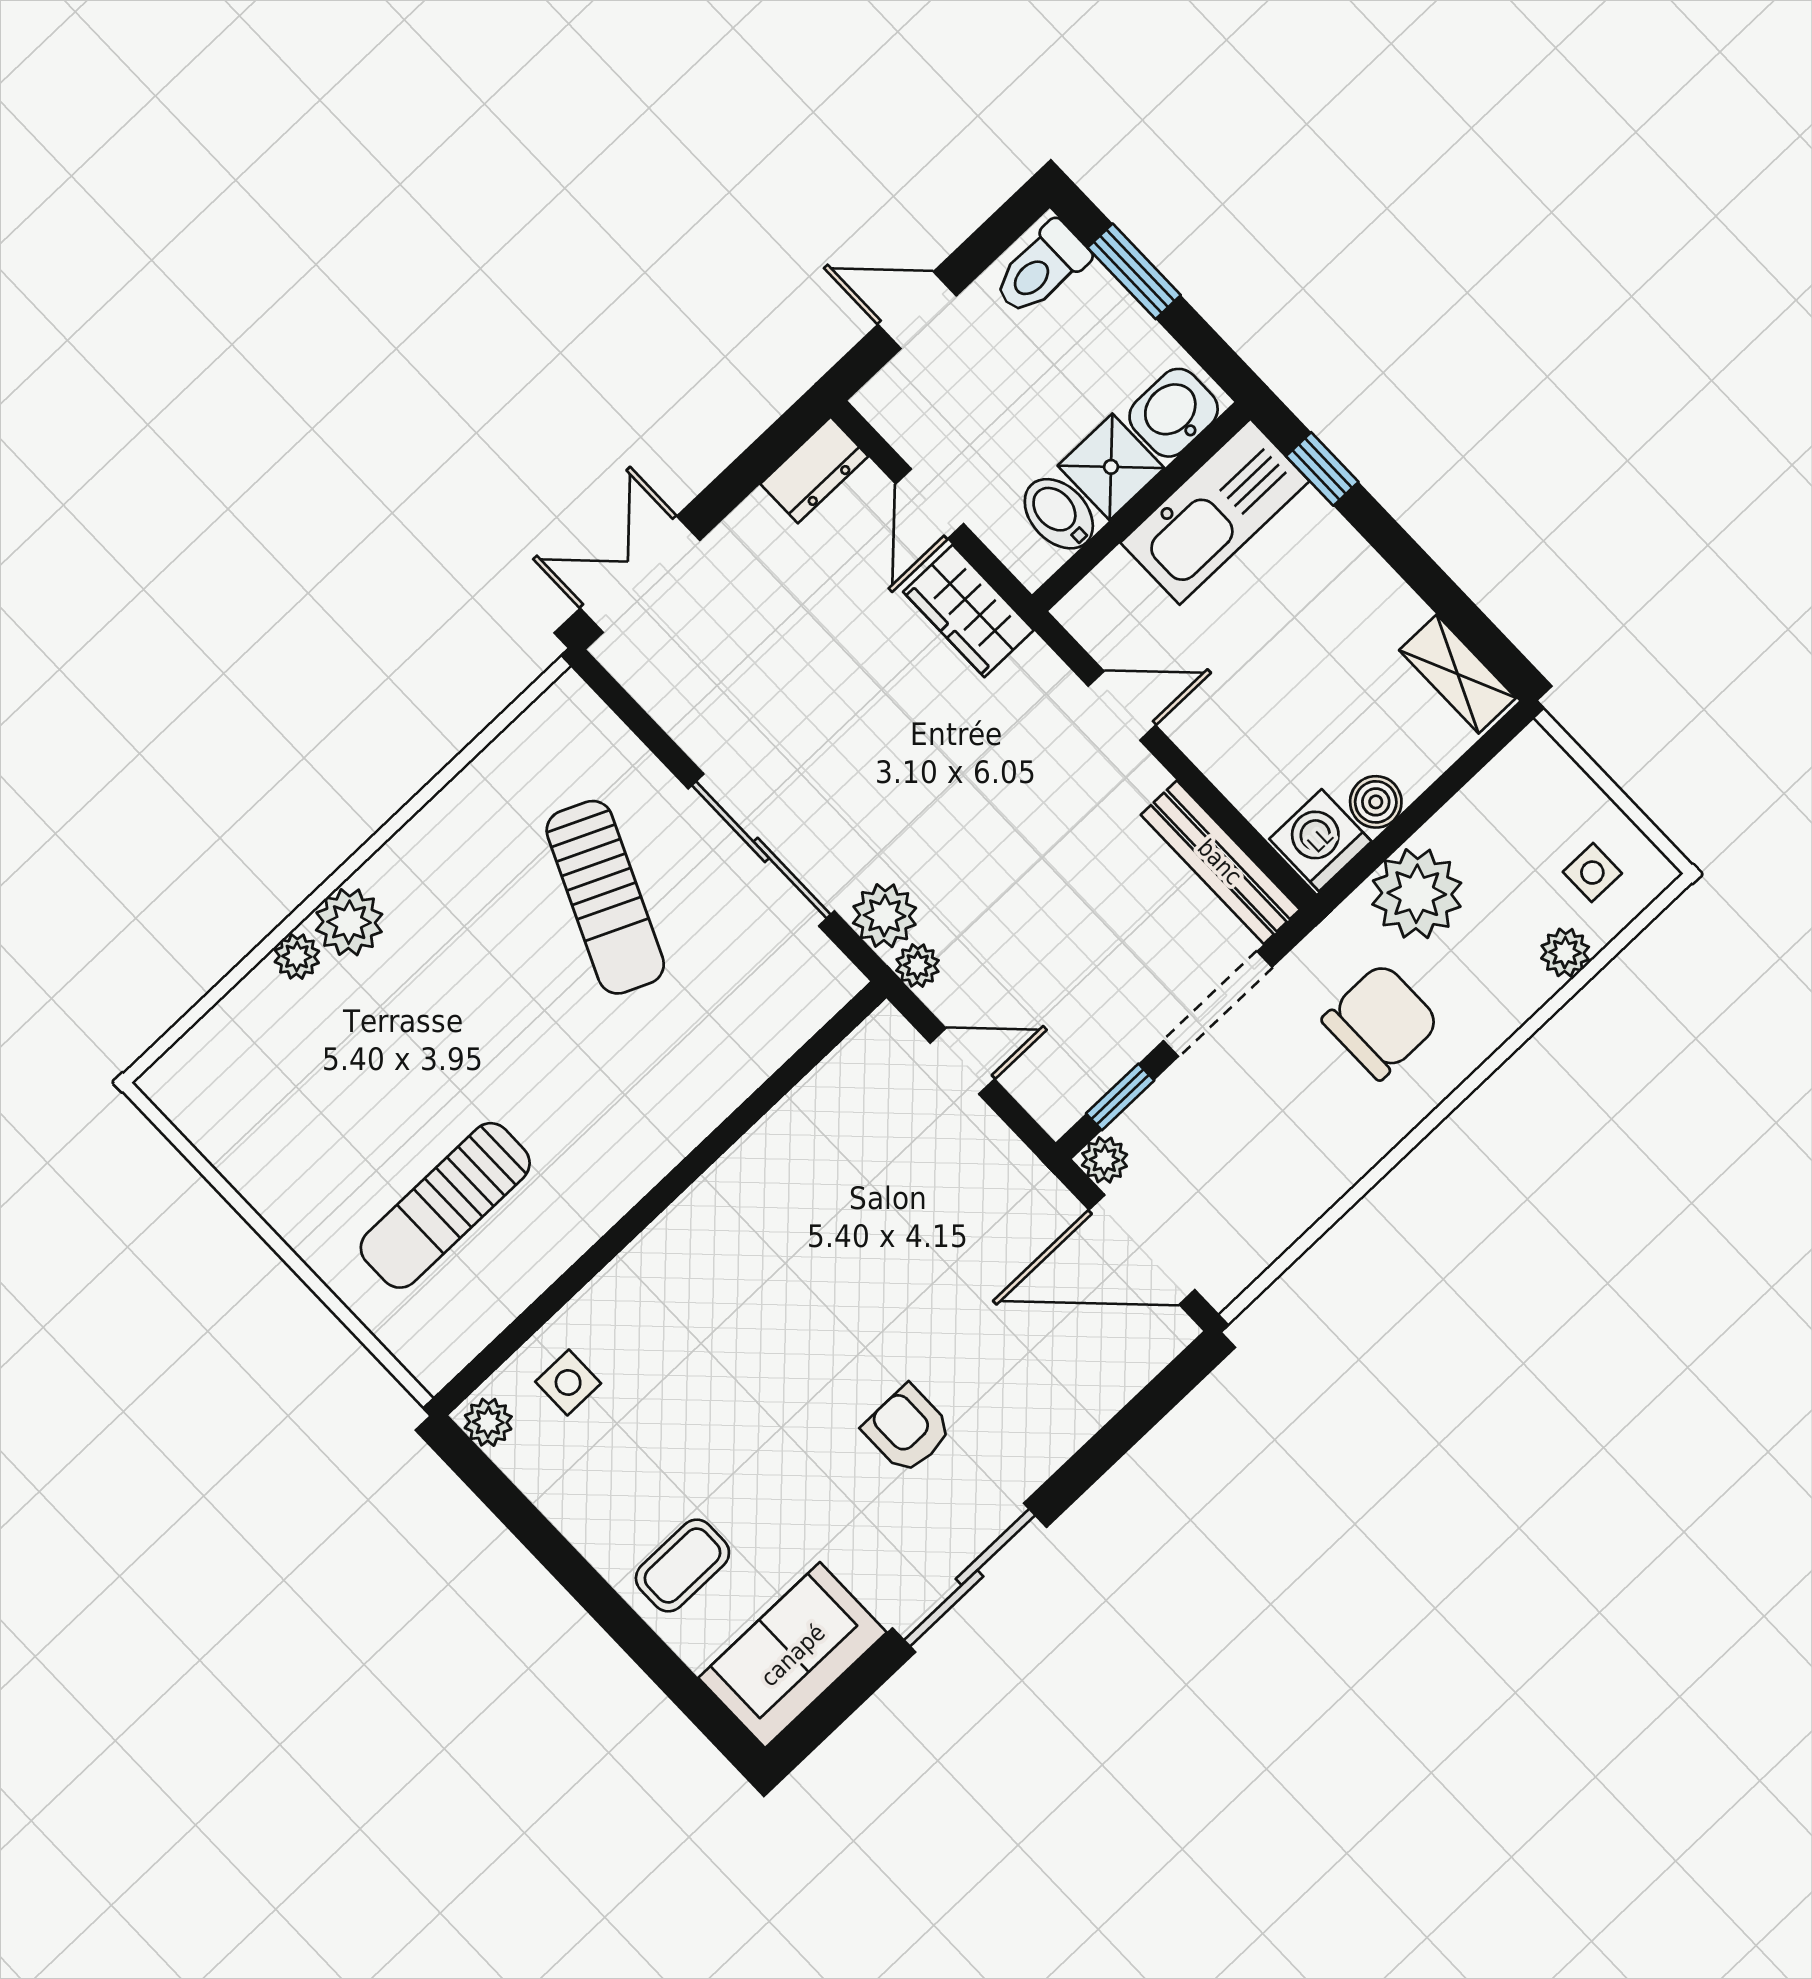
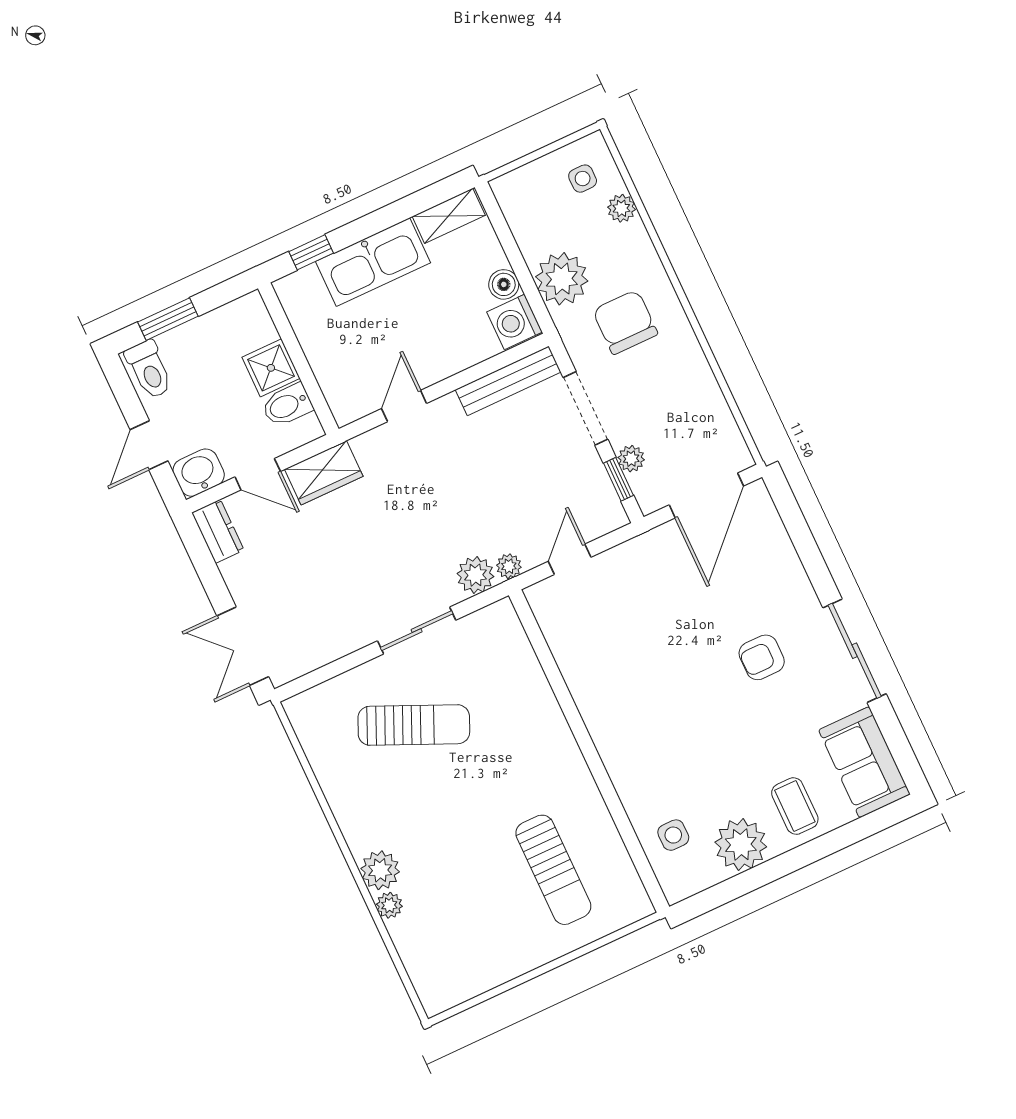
washbasin: (1174, 413) -> (199, 473), moved, turned 90
kitchen sink: (1215, 512) -> (373, 262), moved, turned 90
sliding door: (761, 850) -> (417, 631), width x0.73
plant: (1105, 1160) -> (631, 459), moved
plant: (488, 1422) -> (741, 845), moved, width x1.88, depth x1.88

